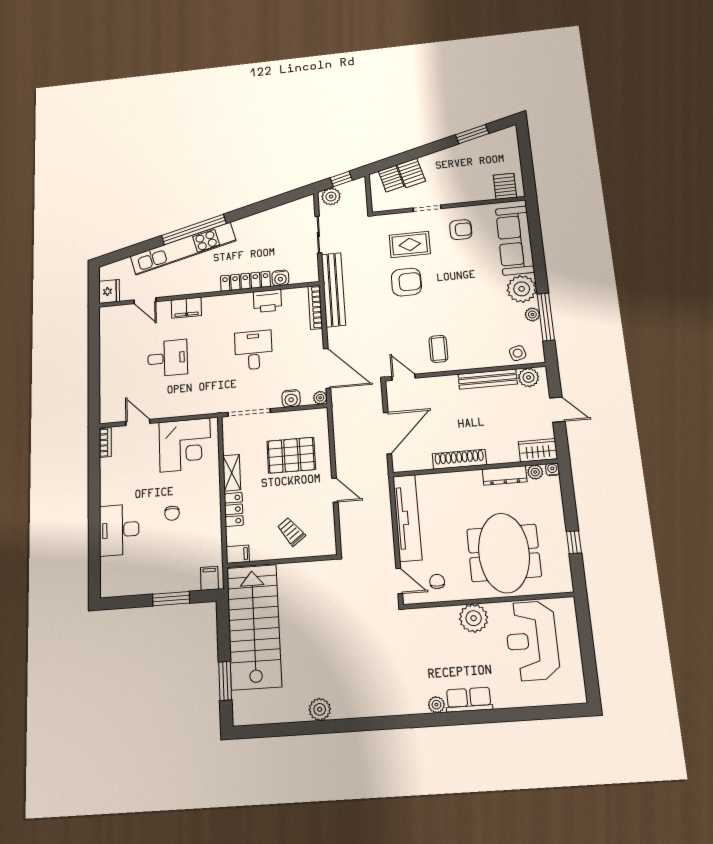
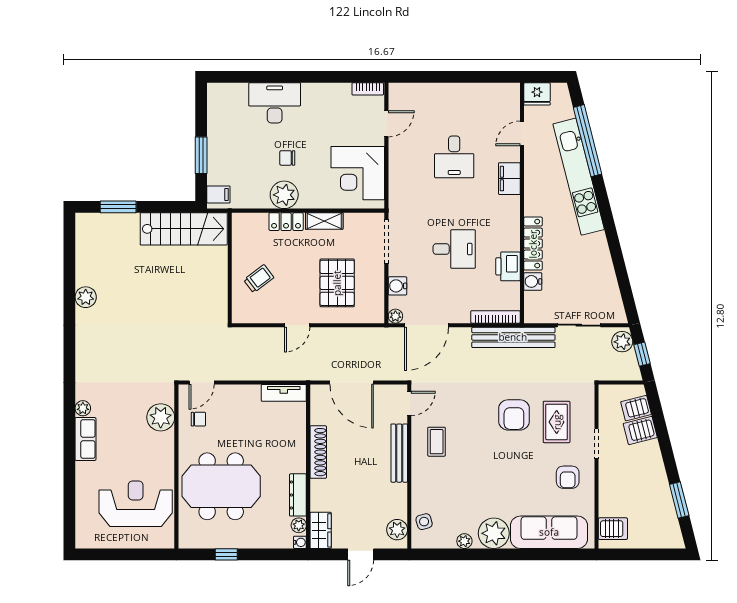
window: (194, 229) -> (588, 141), moved
window: (546, 317) -> (460, 554), removed
coffee table: (438, 349) -> (437, 442), turned 90
bench: (488, 379) -> (399, 453), moved
plant: (208, 513) -> (284, 195), added
tv unit: (407, 518) -> (284, 393), width x0.52, depth x0.78
filing cabinet: (238, 554) -> (240, 224), removed
plant: (474, 618) -> (161, 417), moved
stairs: (254, 627) -> (184, 229), width x0.73, depth x0.66

